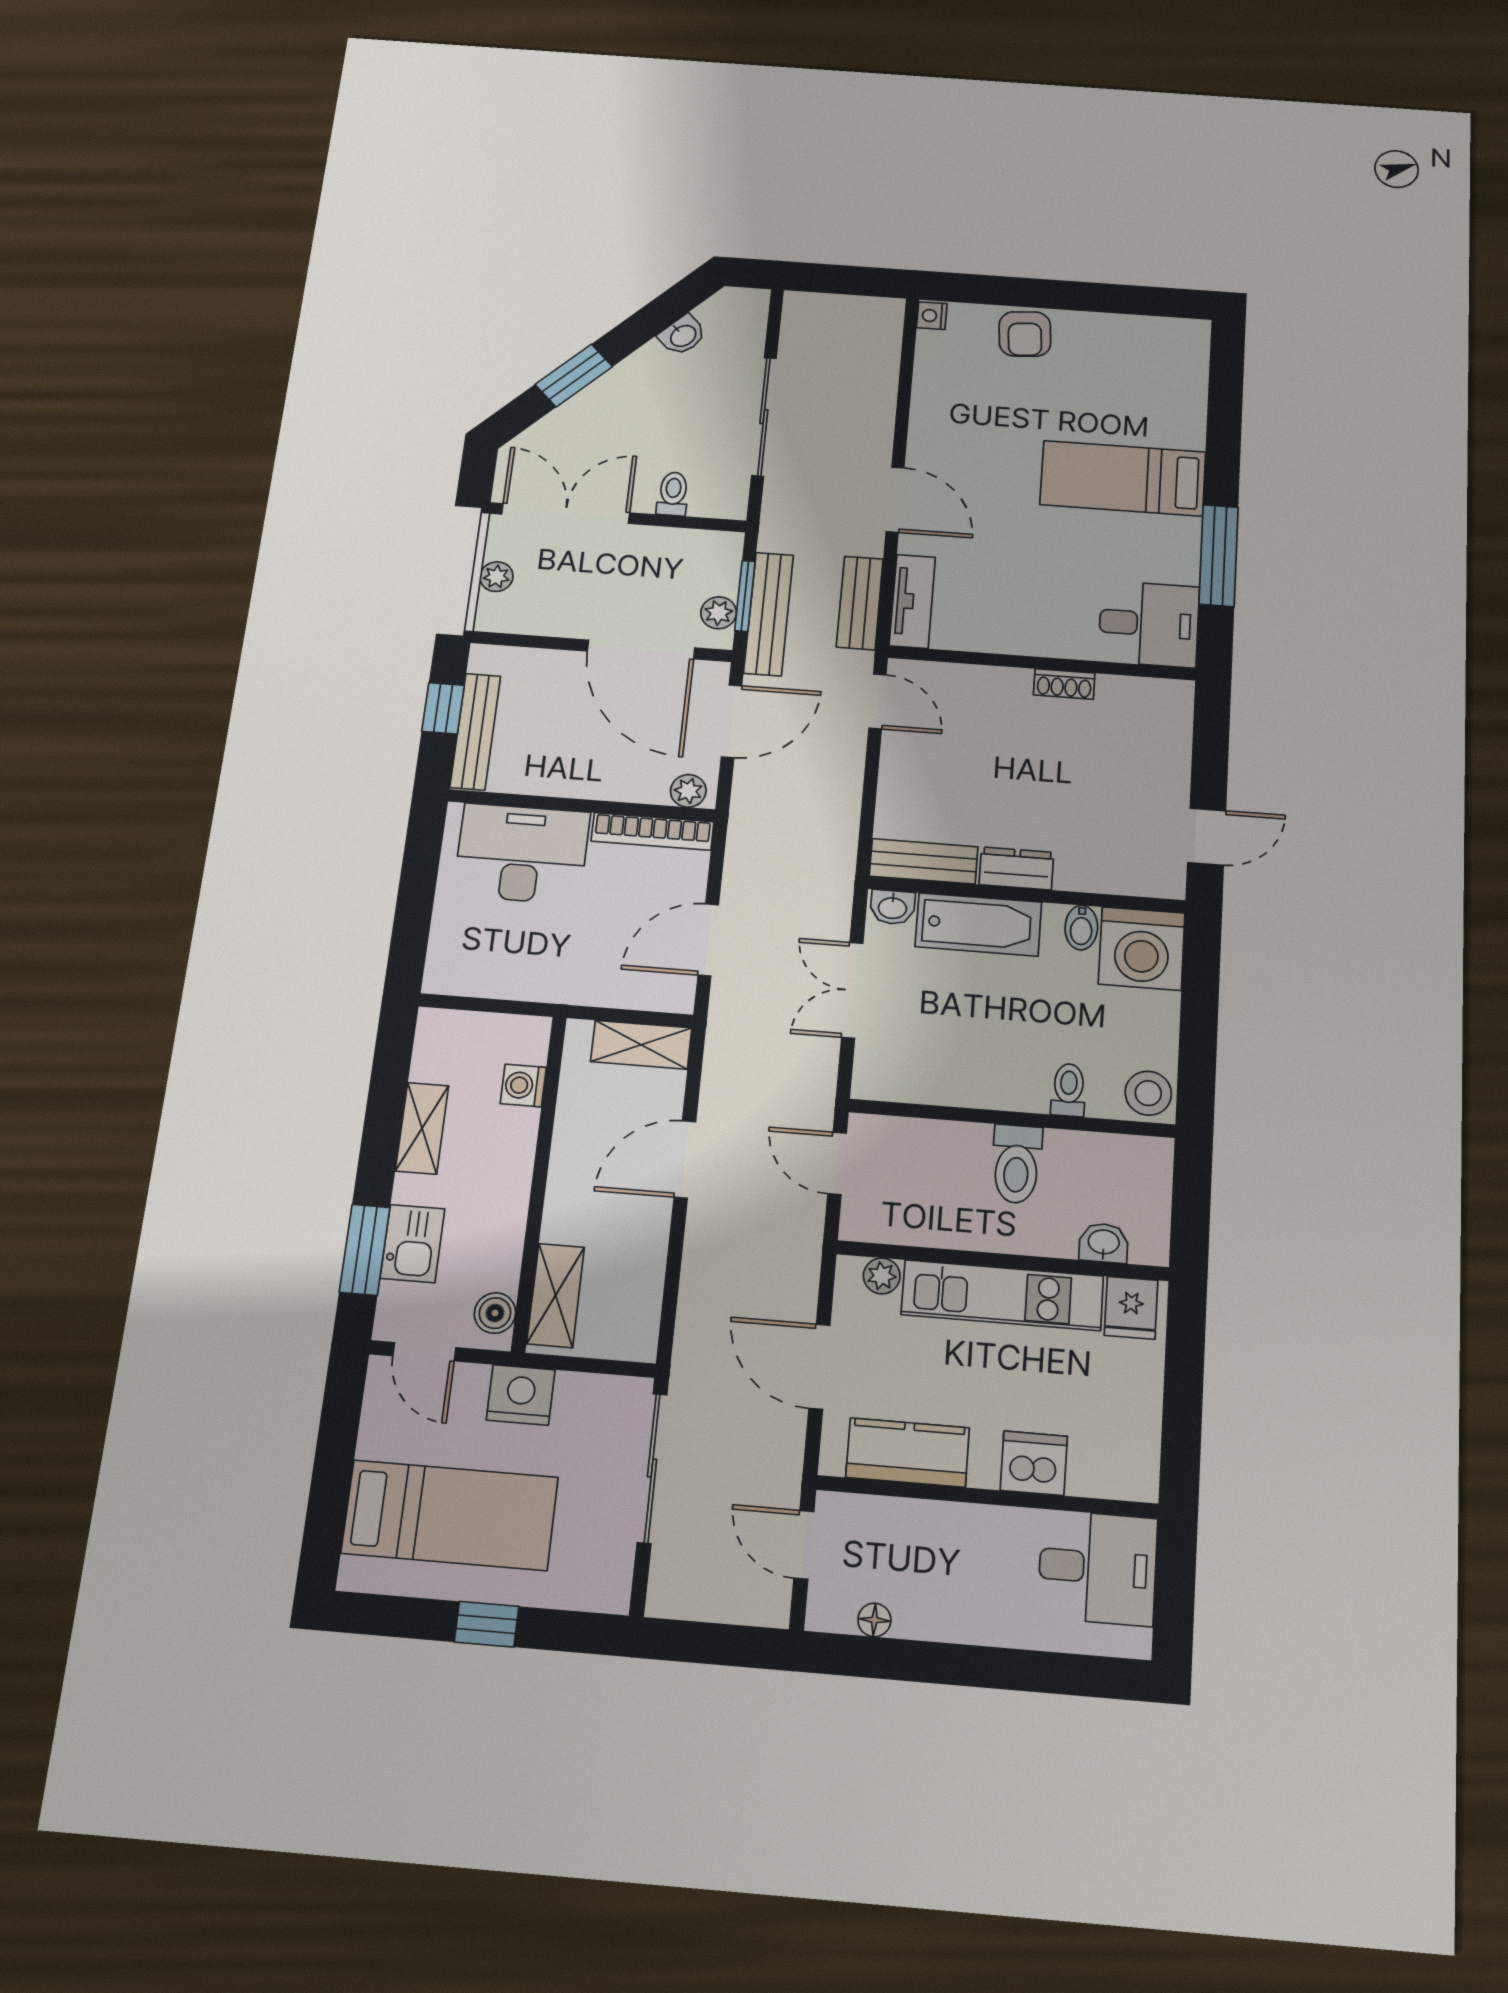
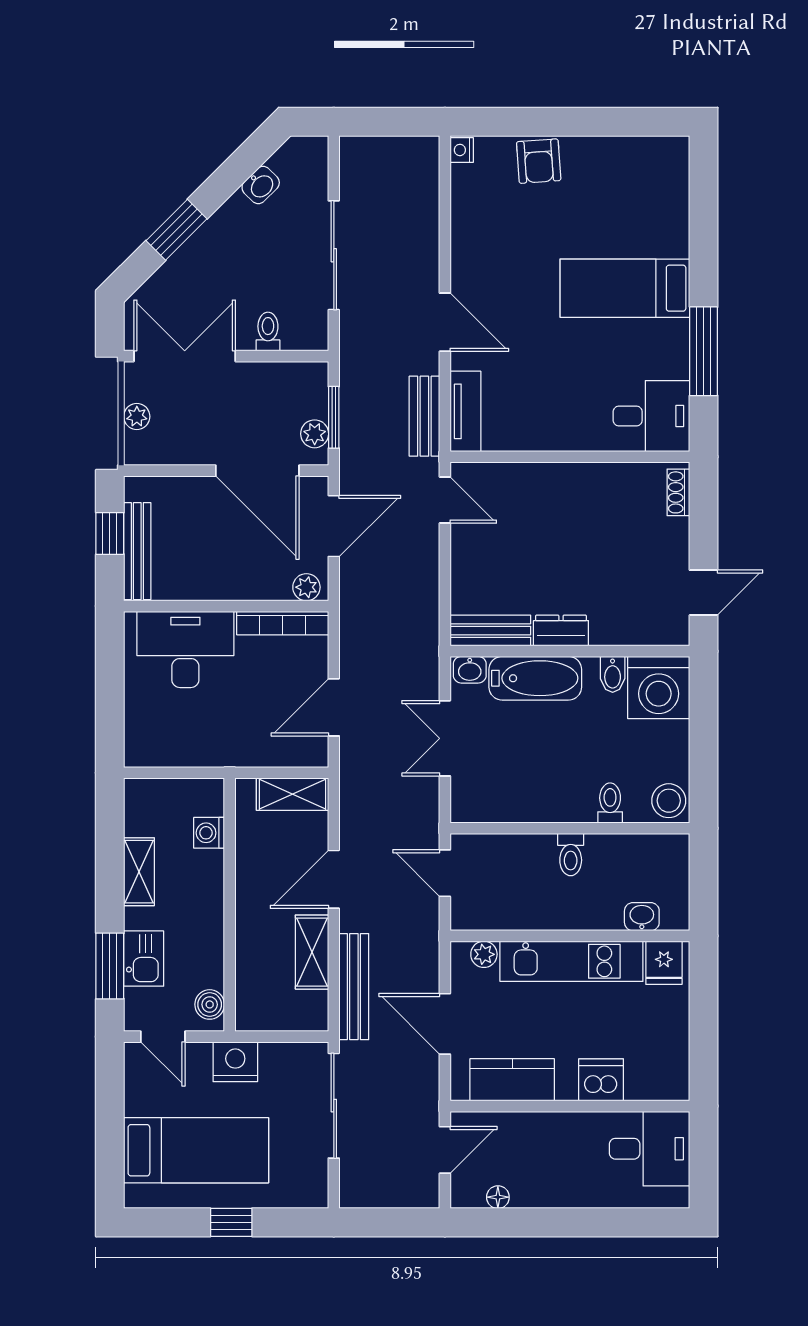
bench: (769, 614) -> (354, 987), moved
shoe rack: (1064, 684) -> (678, 492), moved, turned 90
toilet: (1017, 1164) -> (571, 855), width x0.73, depth x0.72
shelving: (556, 1295) -> (312, 952), moved
door: (804, 1545) -> (445, 1150), swing flipped

